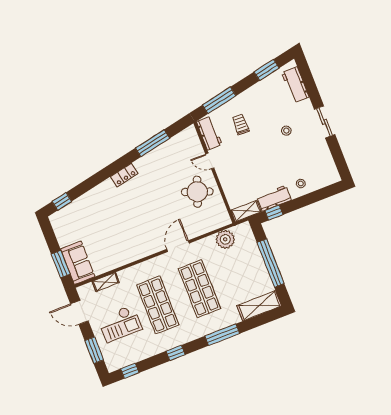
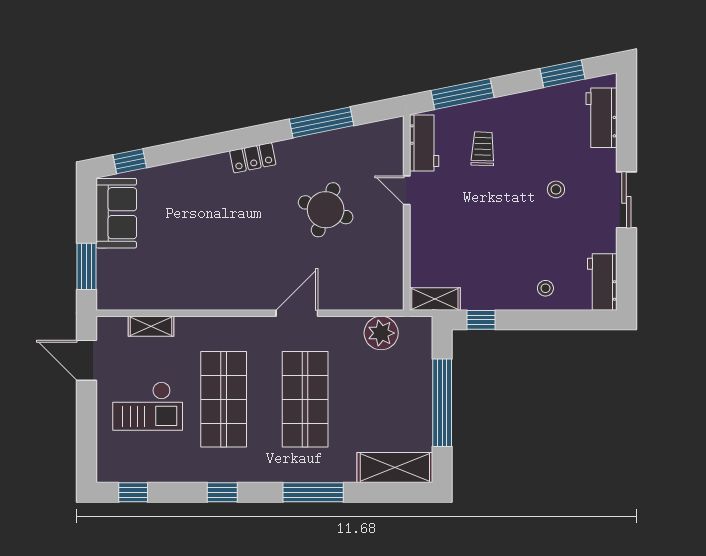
round table: (197, 192) -> (326, 210), moved
workbench: (274, 198) -> (602, 282), moved, turned -90
sofa: (78, 263) -> (116, 213), moved
window: (94, 350) -> (86, 434), removed

